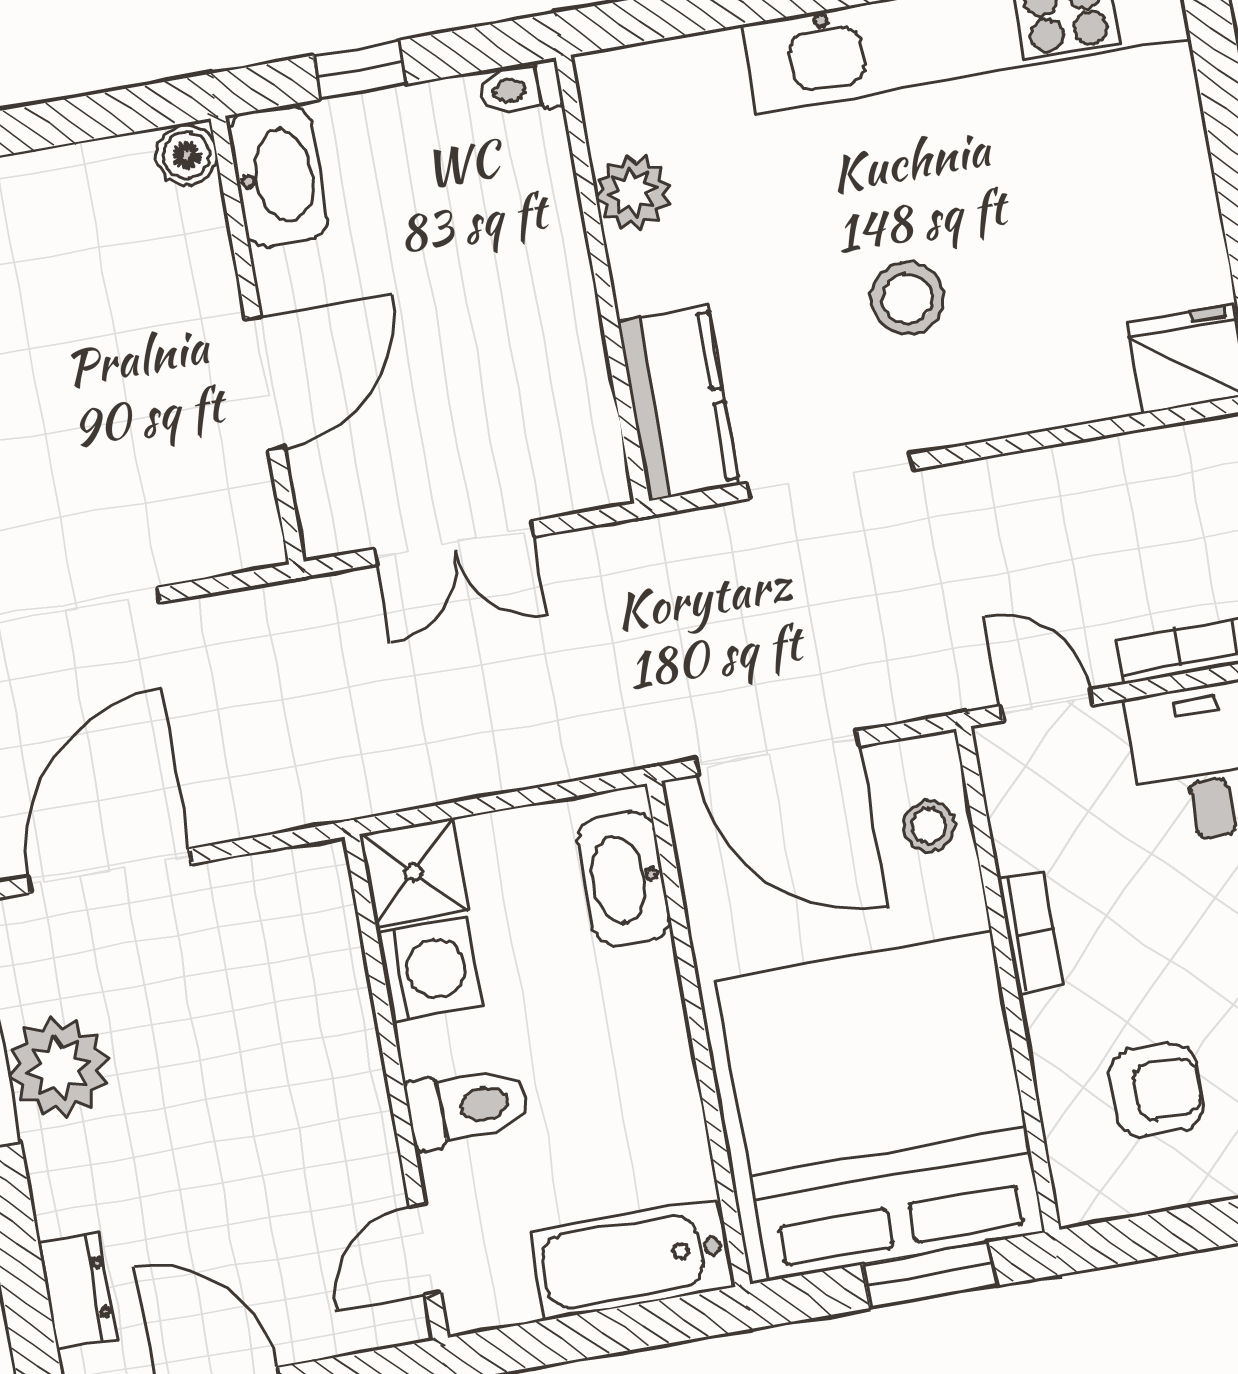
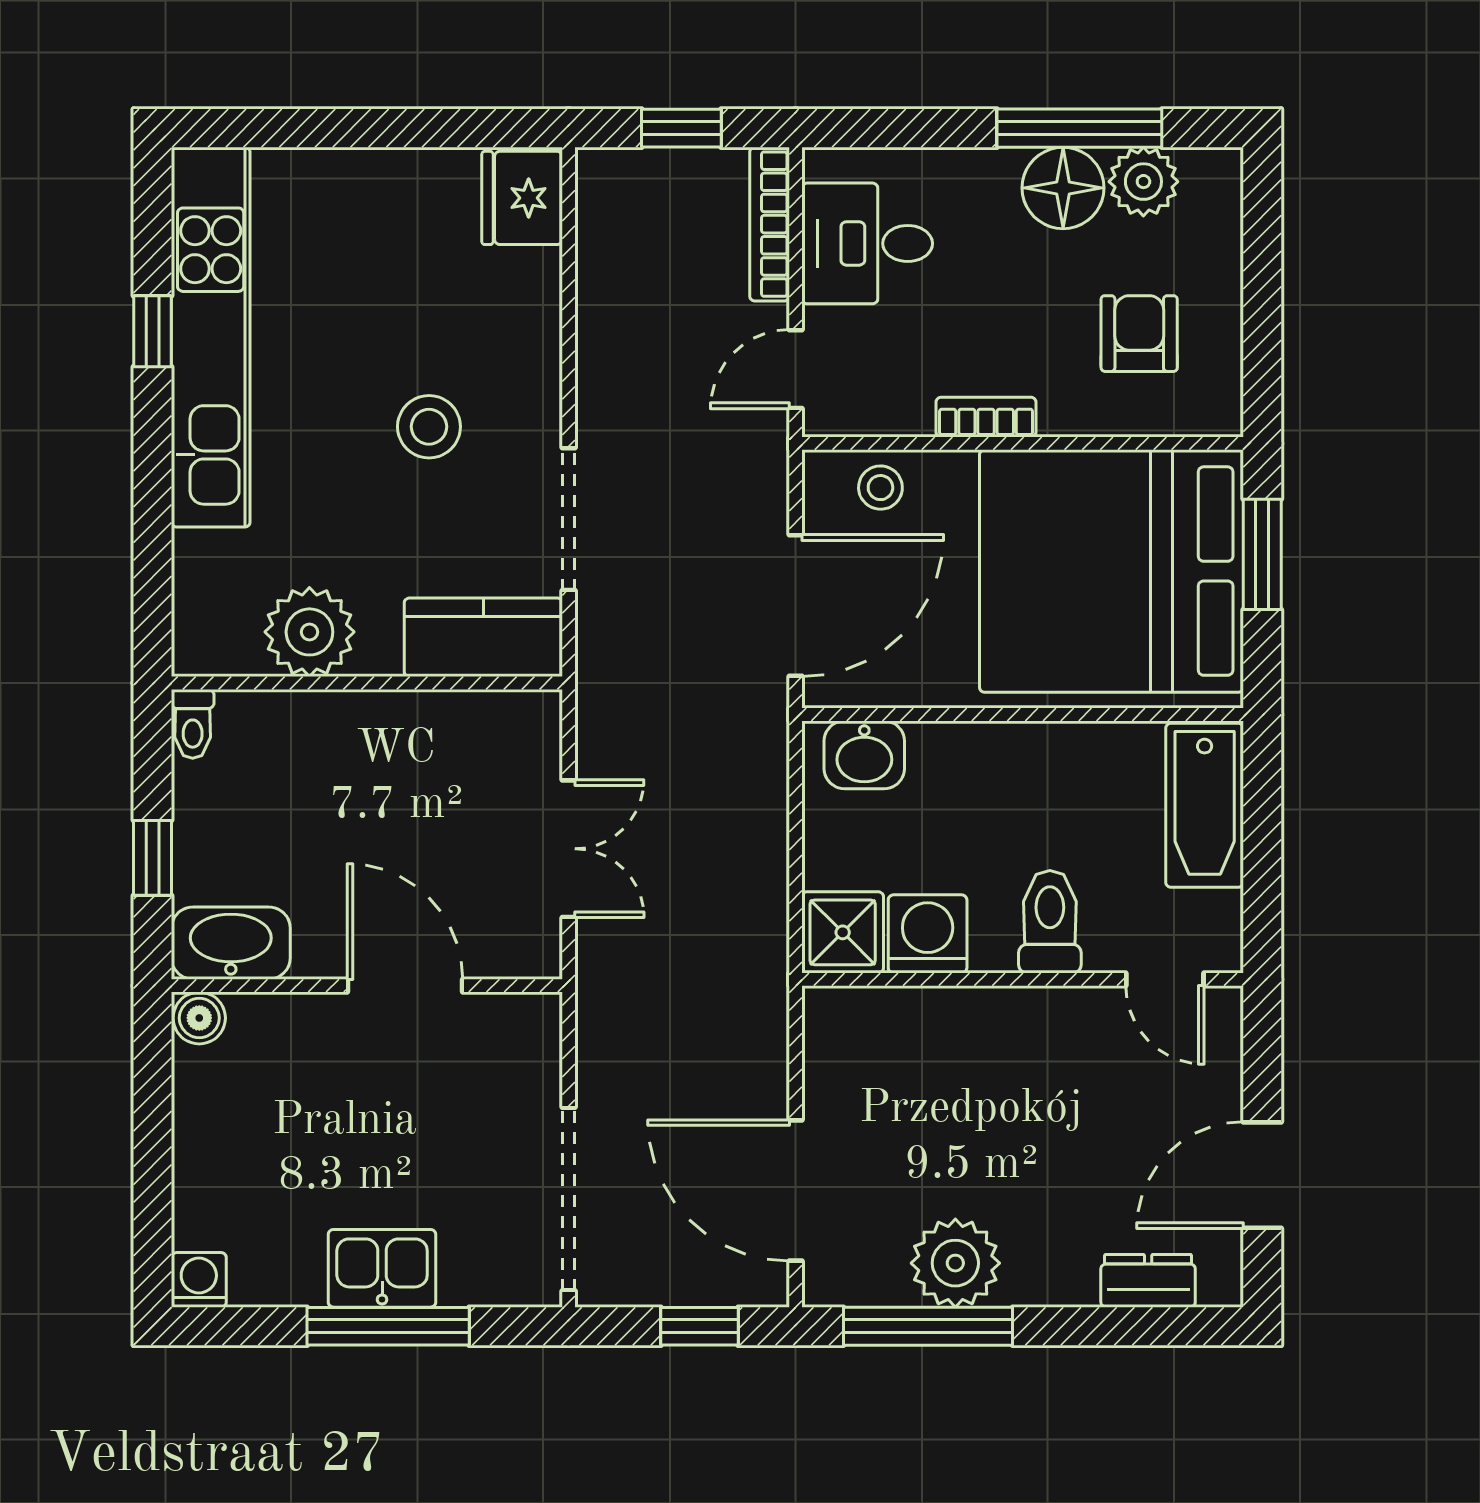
plant: (633, 192) -> (309, 632), width x1.36, depth x1.36
washbasin: (624, 879) -> (864, 755), width x0.72

